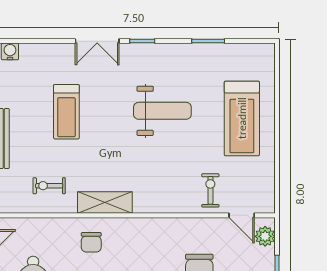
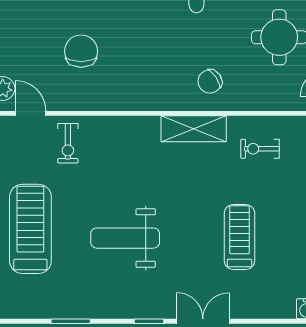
exercise bike: (49, 186) -> (260, 149), turned 180
chair: (91, 242) -> (210, 81), turned -124

